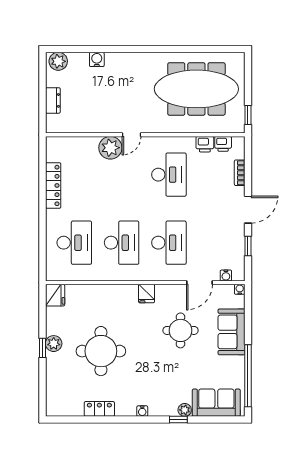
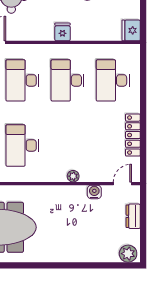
water cooler: (97, 59) -> (94, 192), moved, turned 180
door: (132, 135) -> (122, 184), moved
plant: (110, 148) -> (73, 176), width x0.53, depth x0.53
fridge: (146, 294) -> (62, 32), moved

